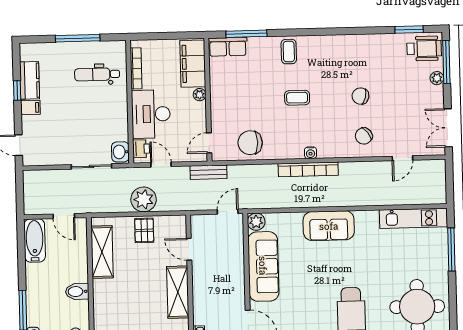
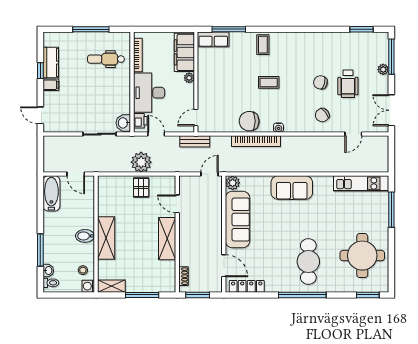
wheelchair: (424, 49) -> (348, 84), moved, turned 90
chair: (250, 143) -> (249, 121), moved
bookcase: (308, 169) -> (256, 141), moved
shelving: (102, 252) -> (106, 238), moved

